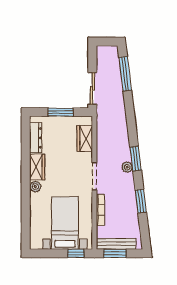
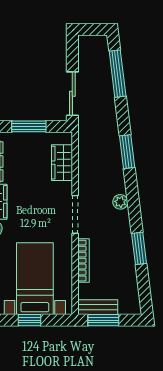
window: (136, 159) -> (127, 152), moved
bench: (116, 244) -> (98, 307), width x0.73
window: (76, 253) -> (29, 320), moved

